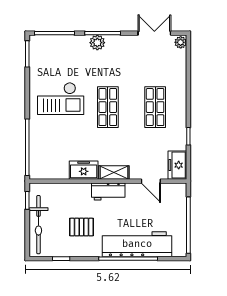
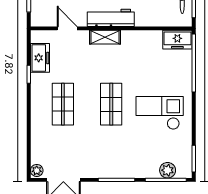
plant: (97, 43) -> (168, 170), moved
freezer: (177, 165) -> (40, 58), moved
freezer: (84, 170) -> (177, 40), moved
workbench: (108, 191) -> (111, 18), width x1.38

